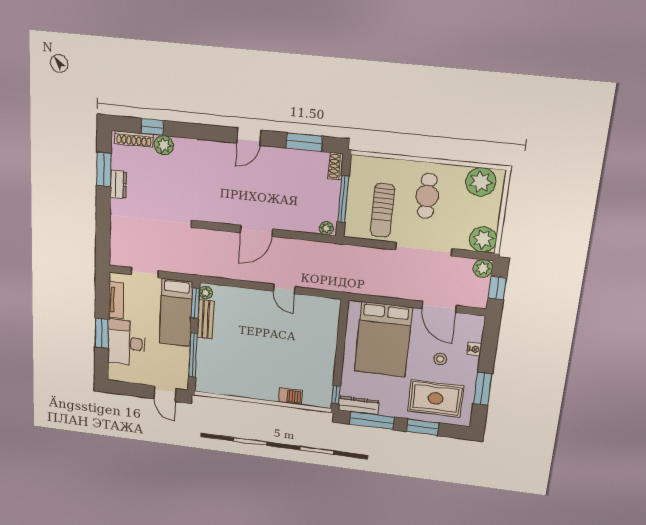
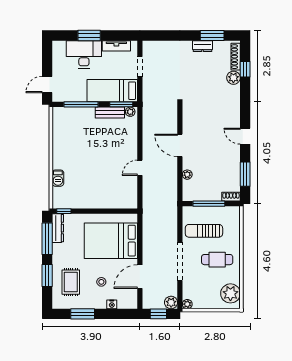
plant: (326, 228) -> (187, 175), moved
plant: (483, 239) -> (187, 304), width x0.53, depth x0.53
rug: (436, 398) -> (71, 282), width x0.73, depth x0.70

